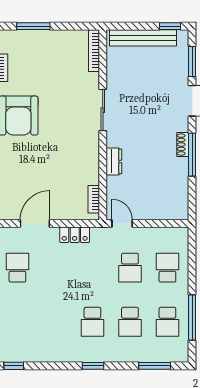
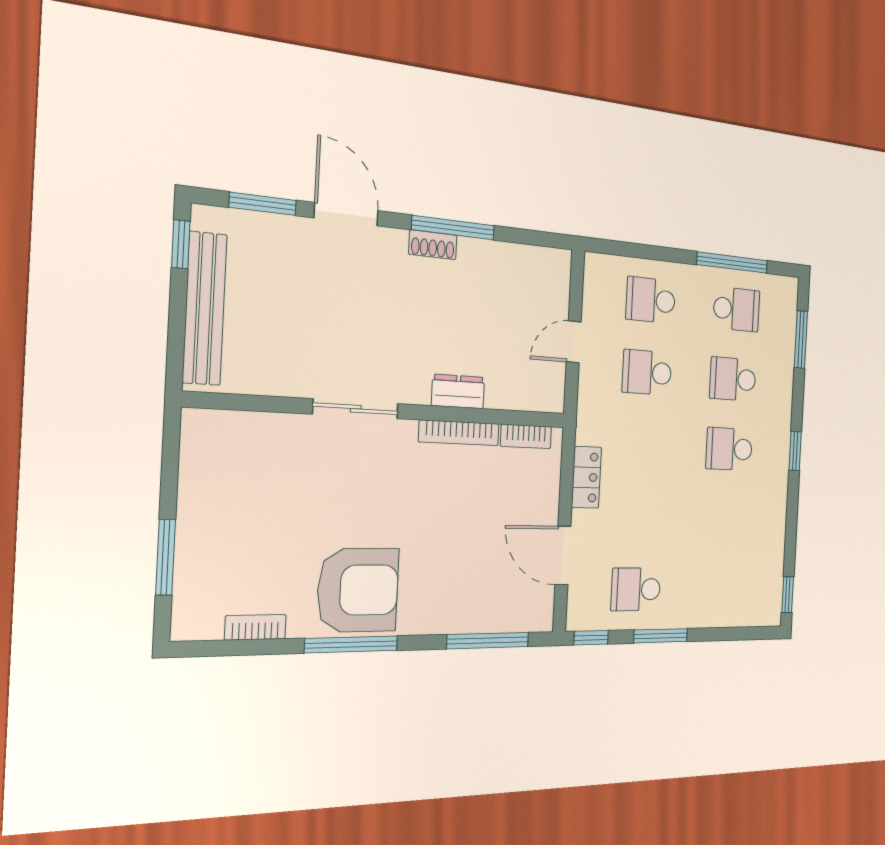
bookcase: (94, 51) -> (459, 433), moved
door: (122, 223) -> (574, 342), moved
school desk: (130, 268) -> (647, 372), turned 180
school desk: (92, 322) -> (729, 449), turned 180
school desk: (130, 322) -> (733, 379), turned 180

